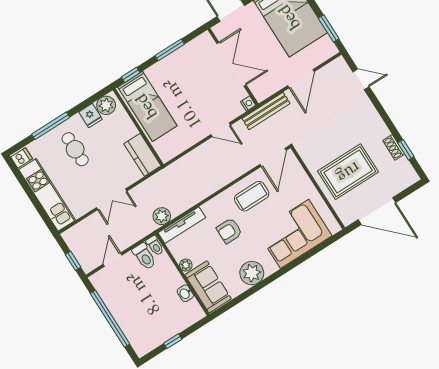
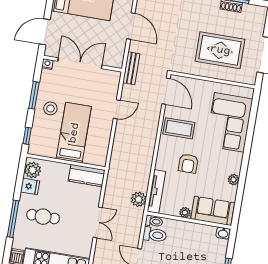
stool: (171, 74) -> (50, 108), added
nightstand: (248, 104) -> (47, 64), moved
bed: (147, 106) -> (74, 133), moved, turned -90
bench: (266, 111) -> (131, 68), width x0.73
rug: (348, 172) -> (220, 50), turned 90
coffee table: (252, 196) -> (179, 128), turned 90
plant: (252, 273) -> (234, 180), width x0.53, depth x0.53
washbasin: (185, 293) -> (223, 233), moved

